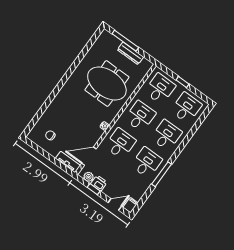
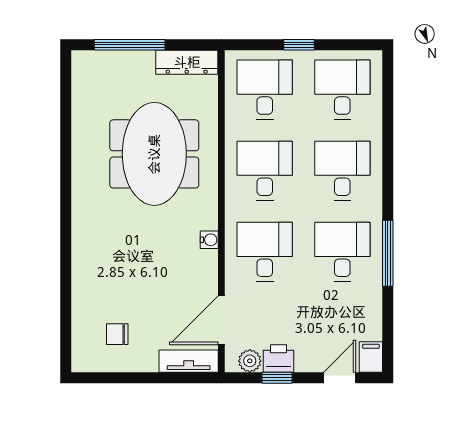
dresser: (130, 53) -> (187, 62), moved
meeting table: (107, 84) -> (154, 154), turned 90

